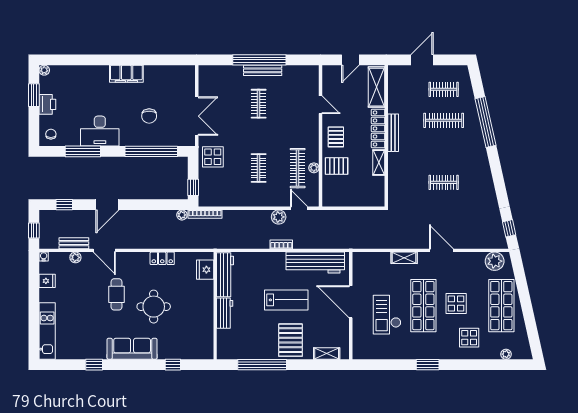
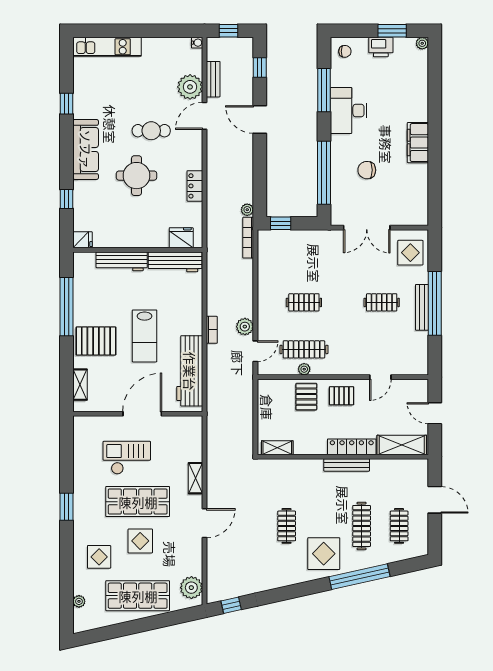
display table: (466, 152) -> (324, 554), added
display table: (213, 157) -> (410, 253), moved
shelving: (379, 163) -> (277, 448), moved
plant: (75, 257) -> (190, 87), width x1.87, depth x1.87
fridge: (47, 281) -> (82, 240), moved, turned -90
workbench: (225, 313) -> (122, 261), width x1.37

